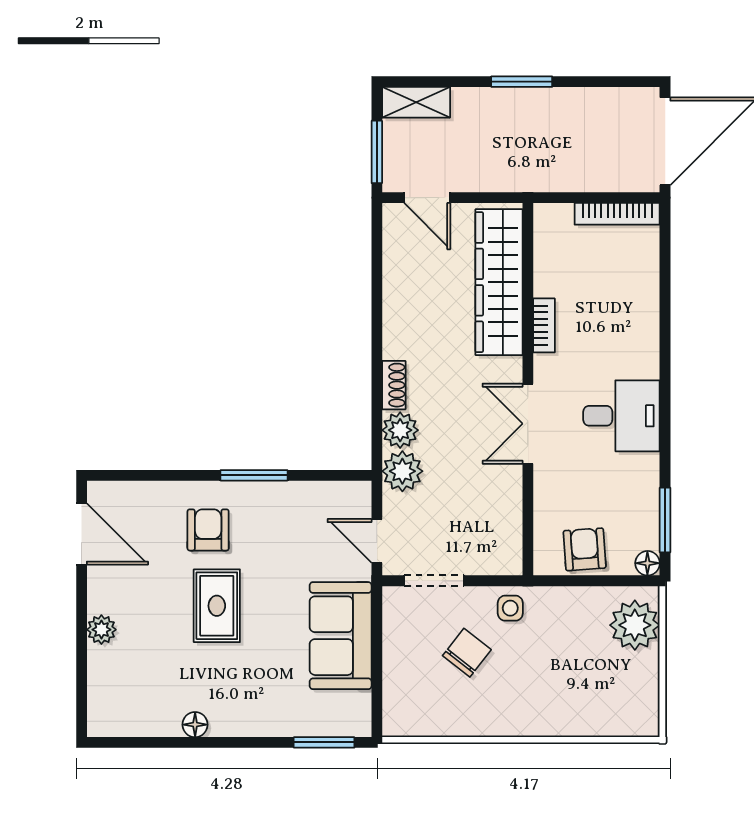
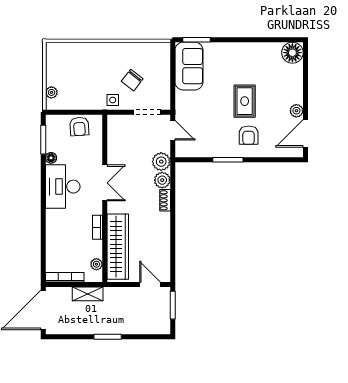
shelving: (416, 102) -> (88, 294), moved
plant: (546, 243) -> (96, 264), added
desk: (621, 416) -> (63, 187), width x1.37
door: (82, 534) -> (305, 133), hinge flipped
floor lamp: (647, 563) -> (51, 158), moved
plant: (635, 625) -> (51, 92), width x0.53, depth x0.53
plant: (101, 630) -> (296, 111), moved
sofa: (341, 636) -> (189, 66), moved
floor lamp: (195, 725) -> (292, 53), moved, width x1.89, depth x1.89

